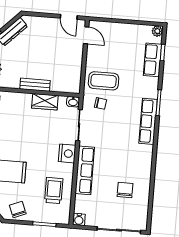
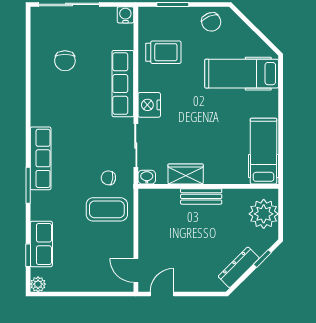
door: (69, 17) -> (162, 294), hinge flipped
trolley: (54, 190) -> (163, 52), turned -90

